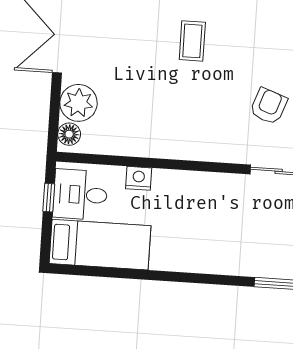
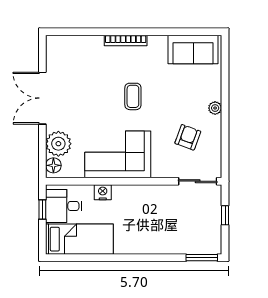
corner sofa: (164, 124) -> (118, 154), added

